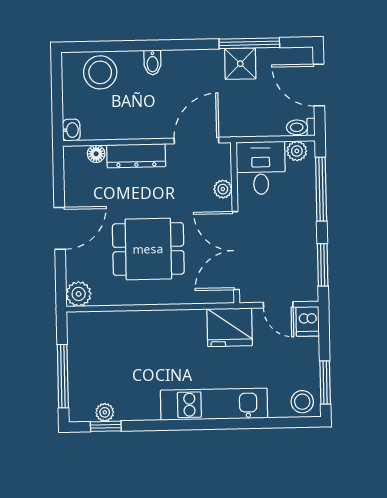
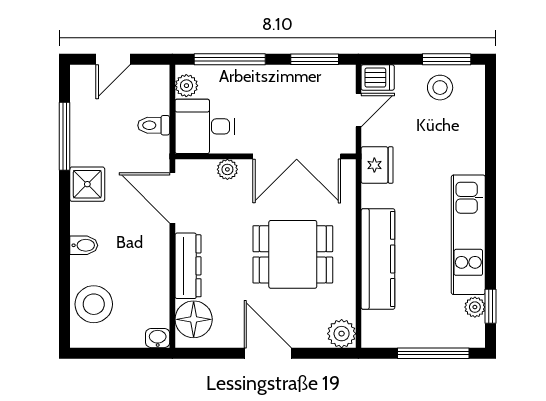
shower: (240, 64) -> (87, 184), moved
door: (319, 85) -> (113, 59), width x0.73
toilet: (301, 127) -> (154, 125), moved, turned 90
floor lamp: (96, 154) -> (194, 319), width x1.89, depth x1.89
dining table: (148, 249) -> (293, 254), turned 90
kitchen counter: (146, 325) -> (378, 259), added
fridge: (230, 327) -> (377, 165), width x0.73, depth x0.75
stool: (302, 402) -> (440, 88), moved
kitchen unit: (214, 404) -> (468, 235), moved

